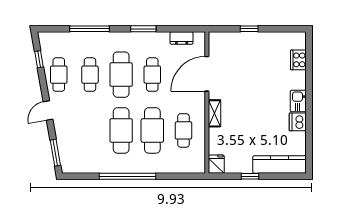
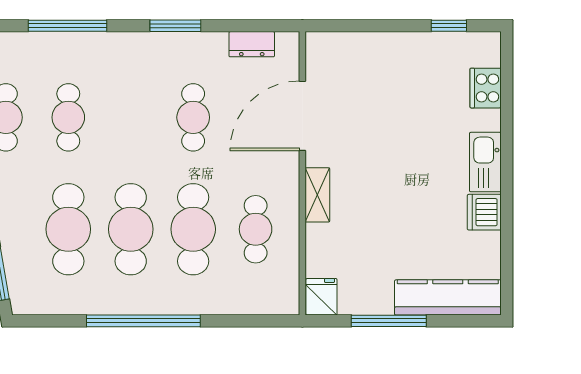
window: (249, 29) -> (449, 26), moved
cafe table: (121, 75) -> (68, 229), moved
kitchen sink: (298, 101) -> (485, 162), width x1.38
window: (250, 176) -> (389, 321), width x2.17

